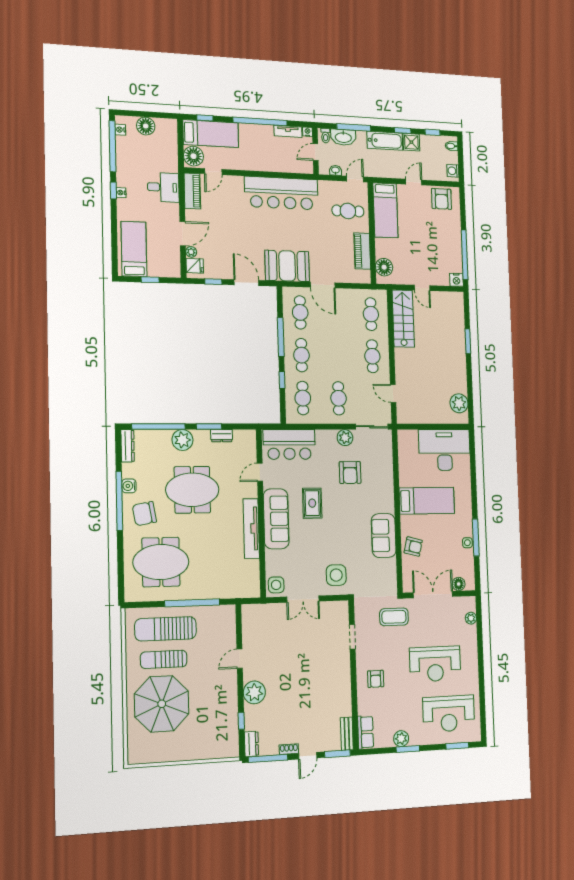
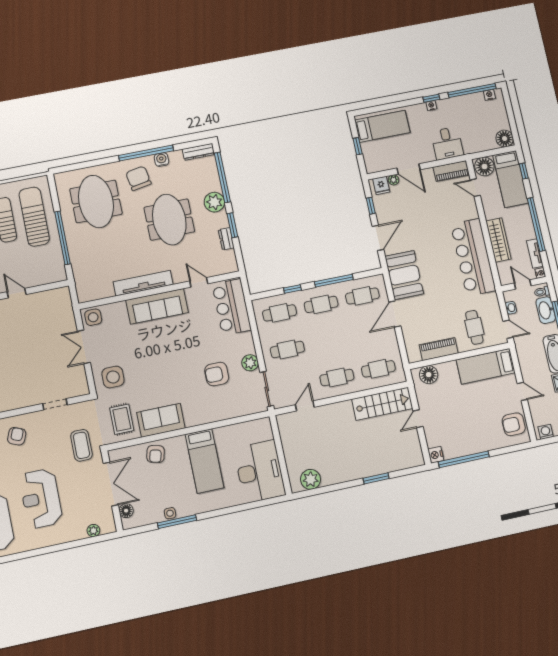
floor lamp: (146, 126) -> (505, 139), moved
wardrobe: (269, 163) -> (498, 240), added
rug: (312, 503) -> (122, 419), moved, turned 90
armchair: (376, 679) -> (17, 436), turned 112

